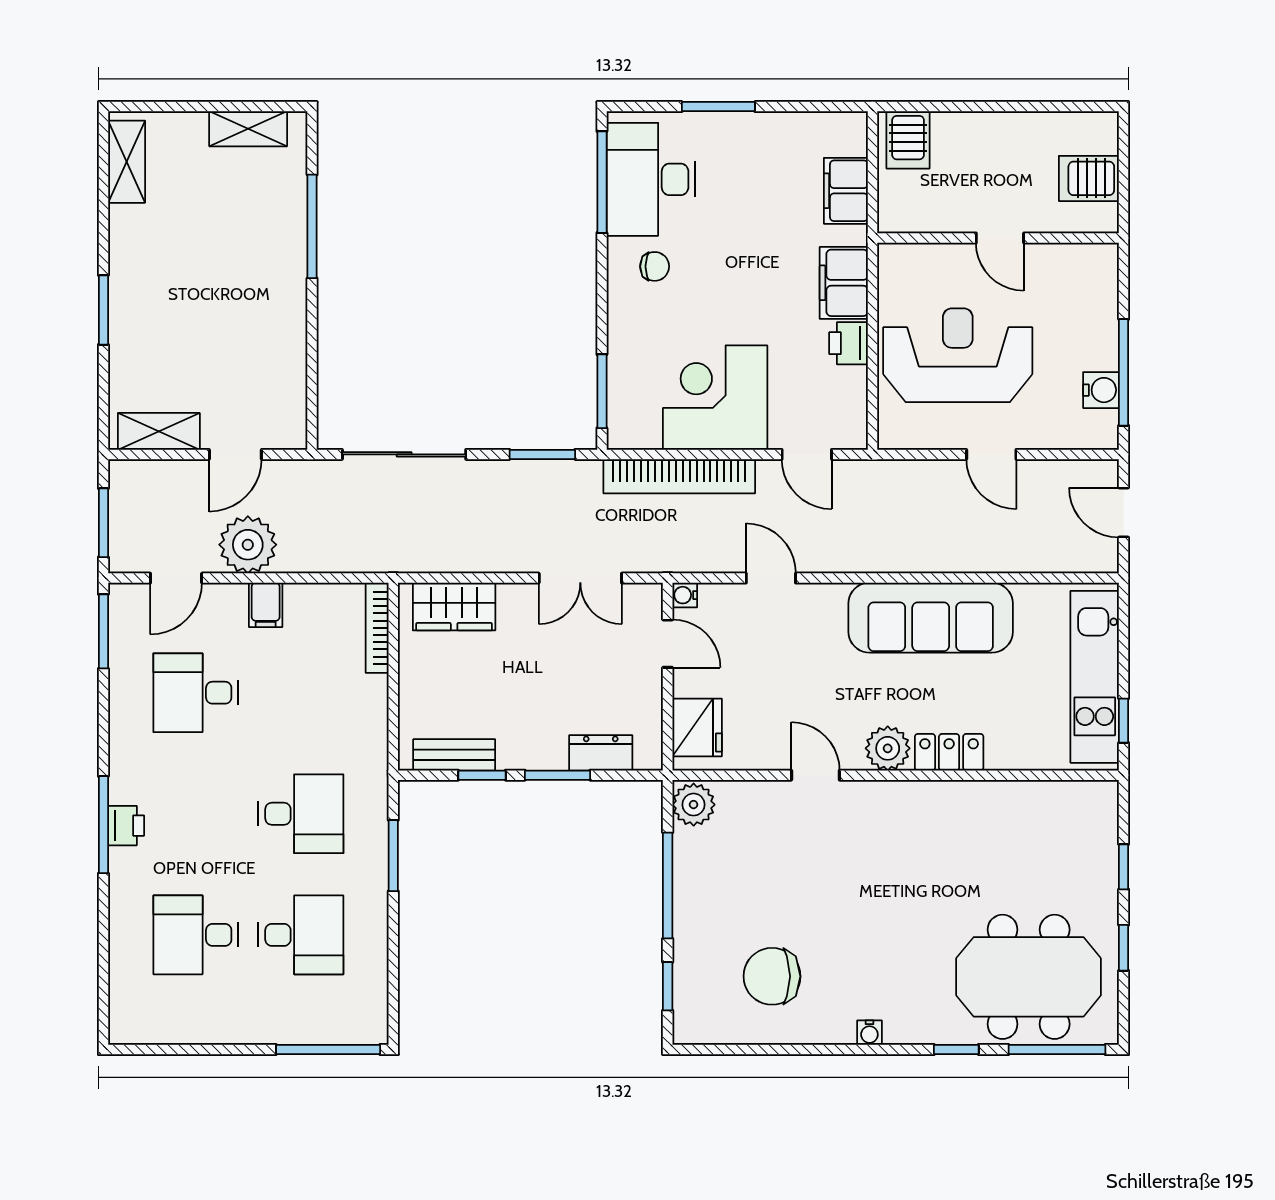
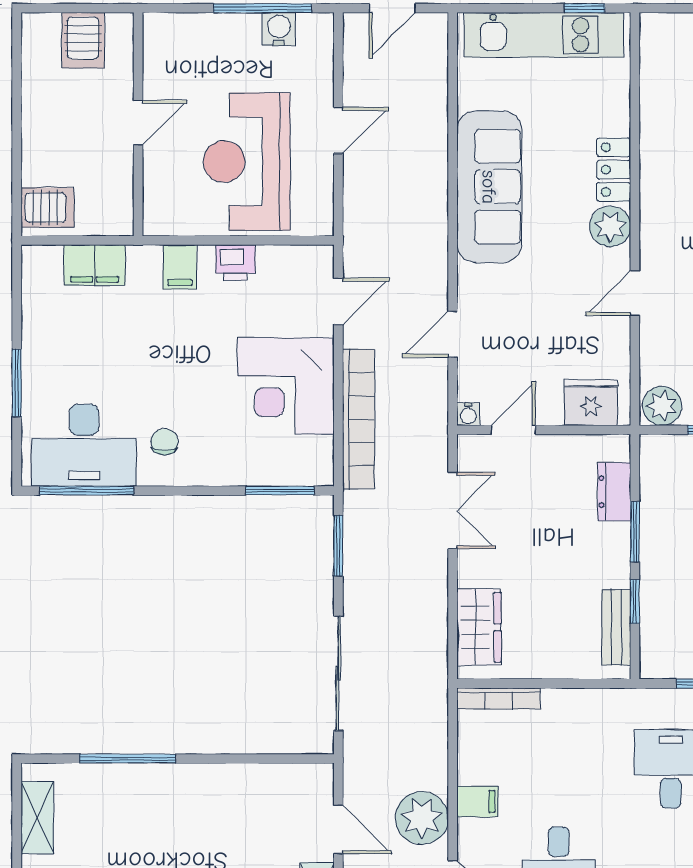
filing cabinet: (844, 283) -> (180, 267), width x0.50

